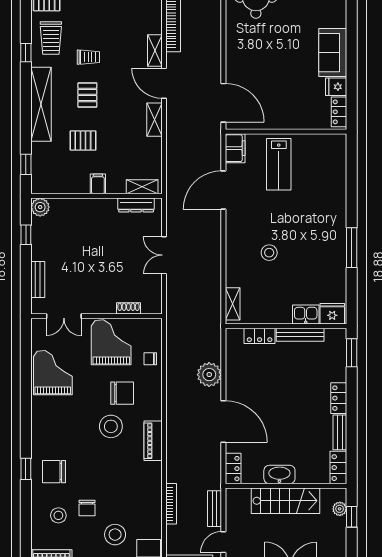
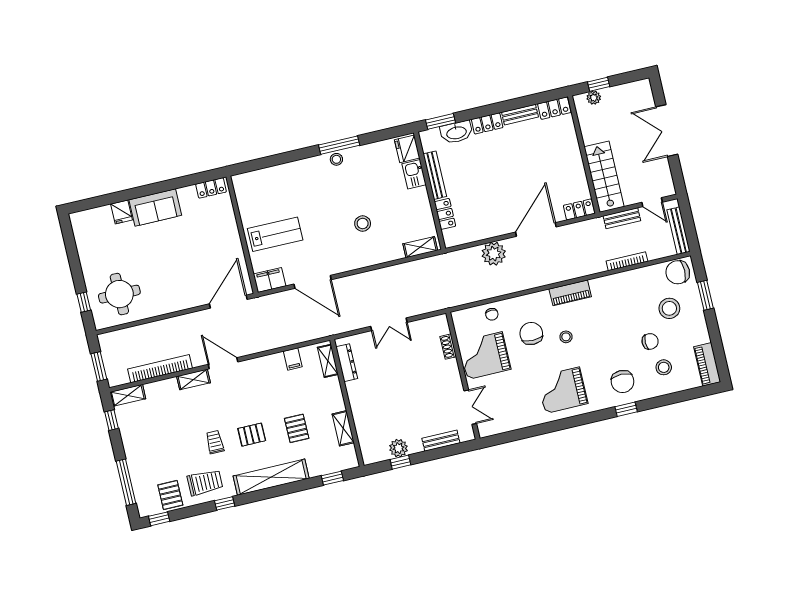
door: (164, 83) -> (223, 363), swing flipped
fridge: (336, 87) -> (121, 212), moved
shelving: (154, 120) -> (343, 428), moved, turned 90
filing cabinet: (98, 184) -> (293, 359), moved, turned -90
plant: (40, 207) -> (399, 448), moved
stool: (338, 242) -> (336, 159), added
grand piano: (53, 373) -> (562, 390), moved
stool: (111, 426) -> (566, 337), width x0.53, depth x0.53
washbasin: (279, 474) -> (456, 132), moved, turned -90
stairs: (285, 501) -> (604, 177), moved

